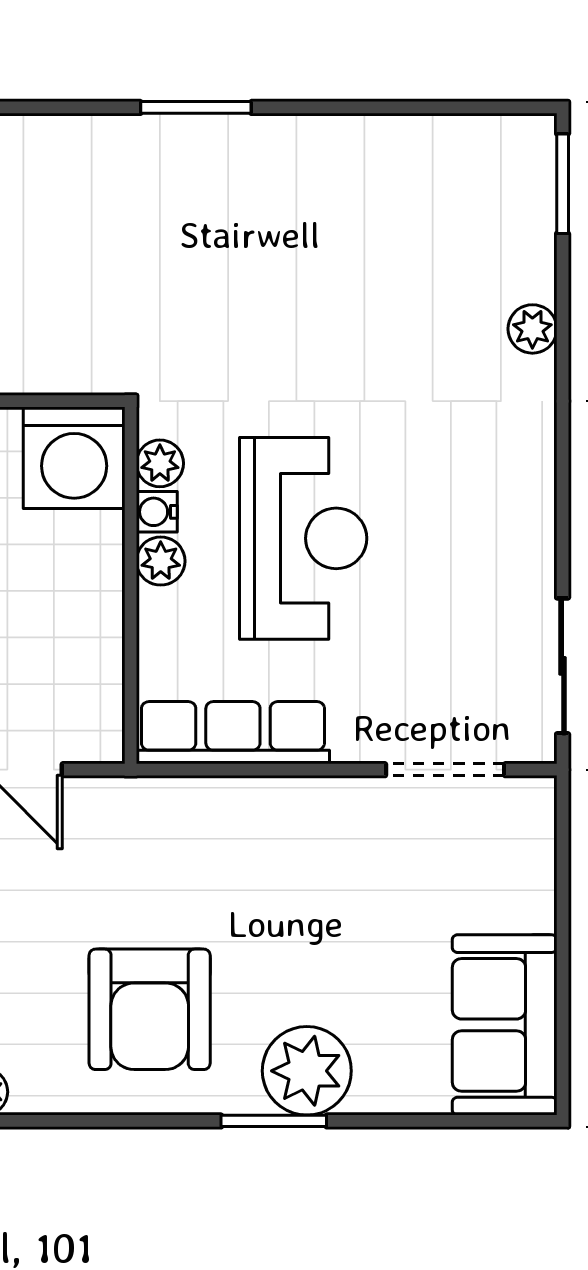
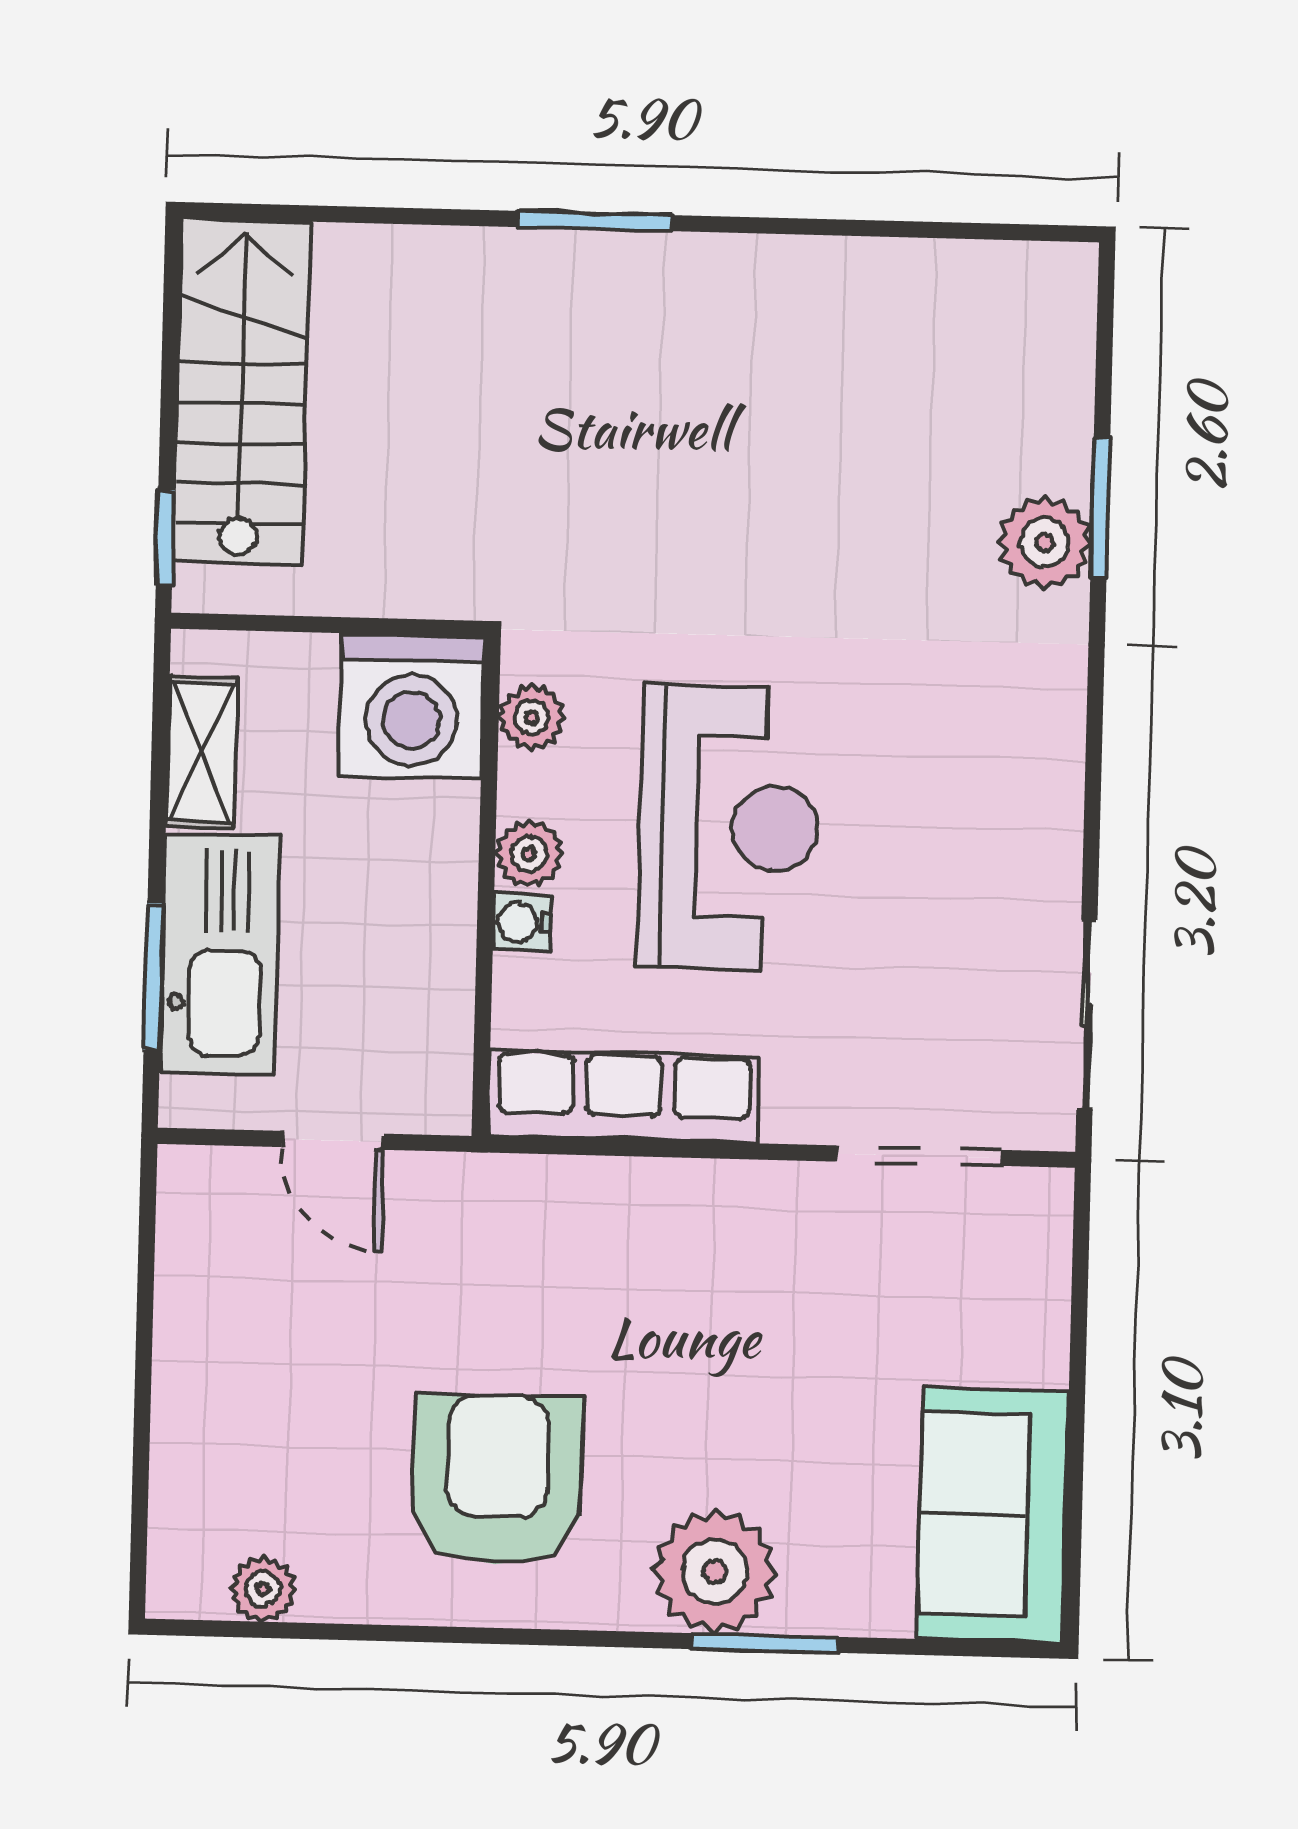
window: (563, 184) -> (1100, 508), moved
plant: (532, 329) -> (1044, 543), width x1.38, depth x1.38
water cooler: (157, 512) -> (522, 922), moved
armchair: (150, 1009) -> (497, 1480), turned 180
window: (274, 1121) -> (765, 1643), moved

